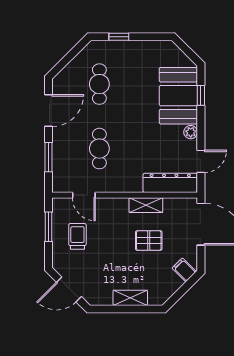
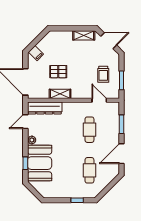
shelving: (130, 298) -> (84, 35), moved

